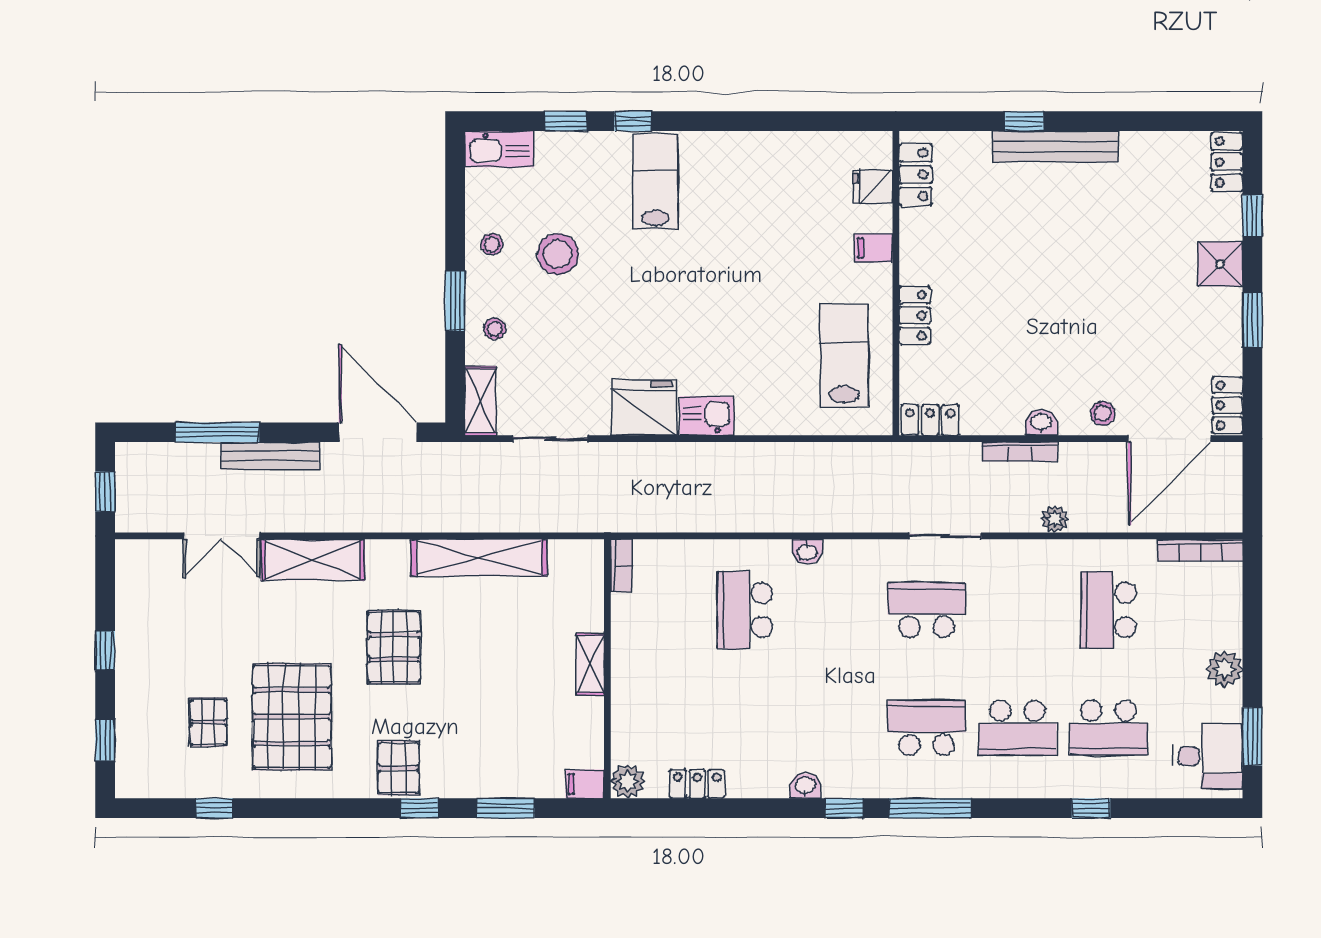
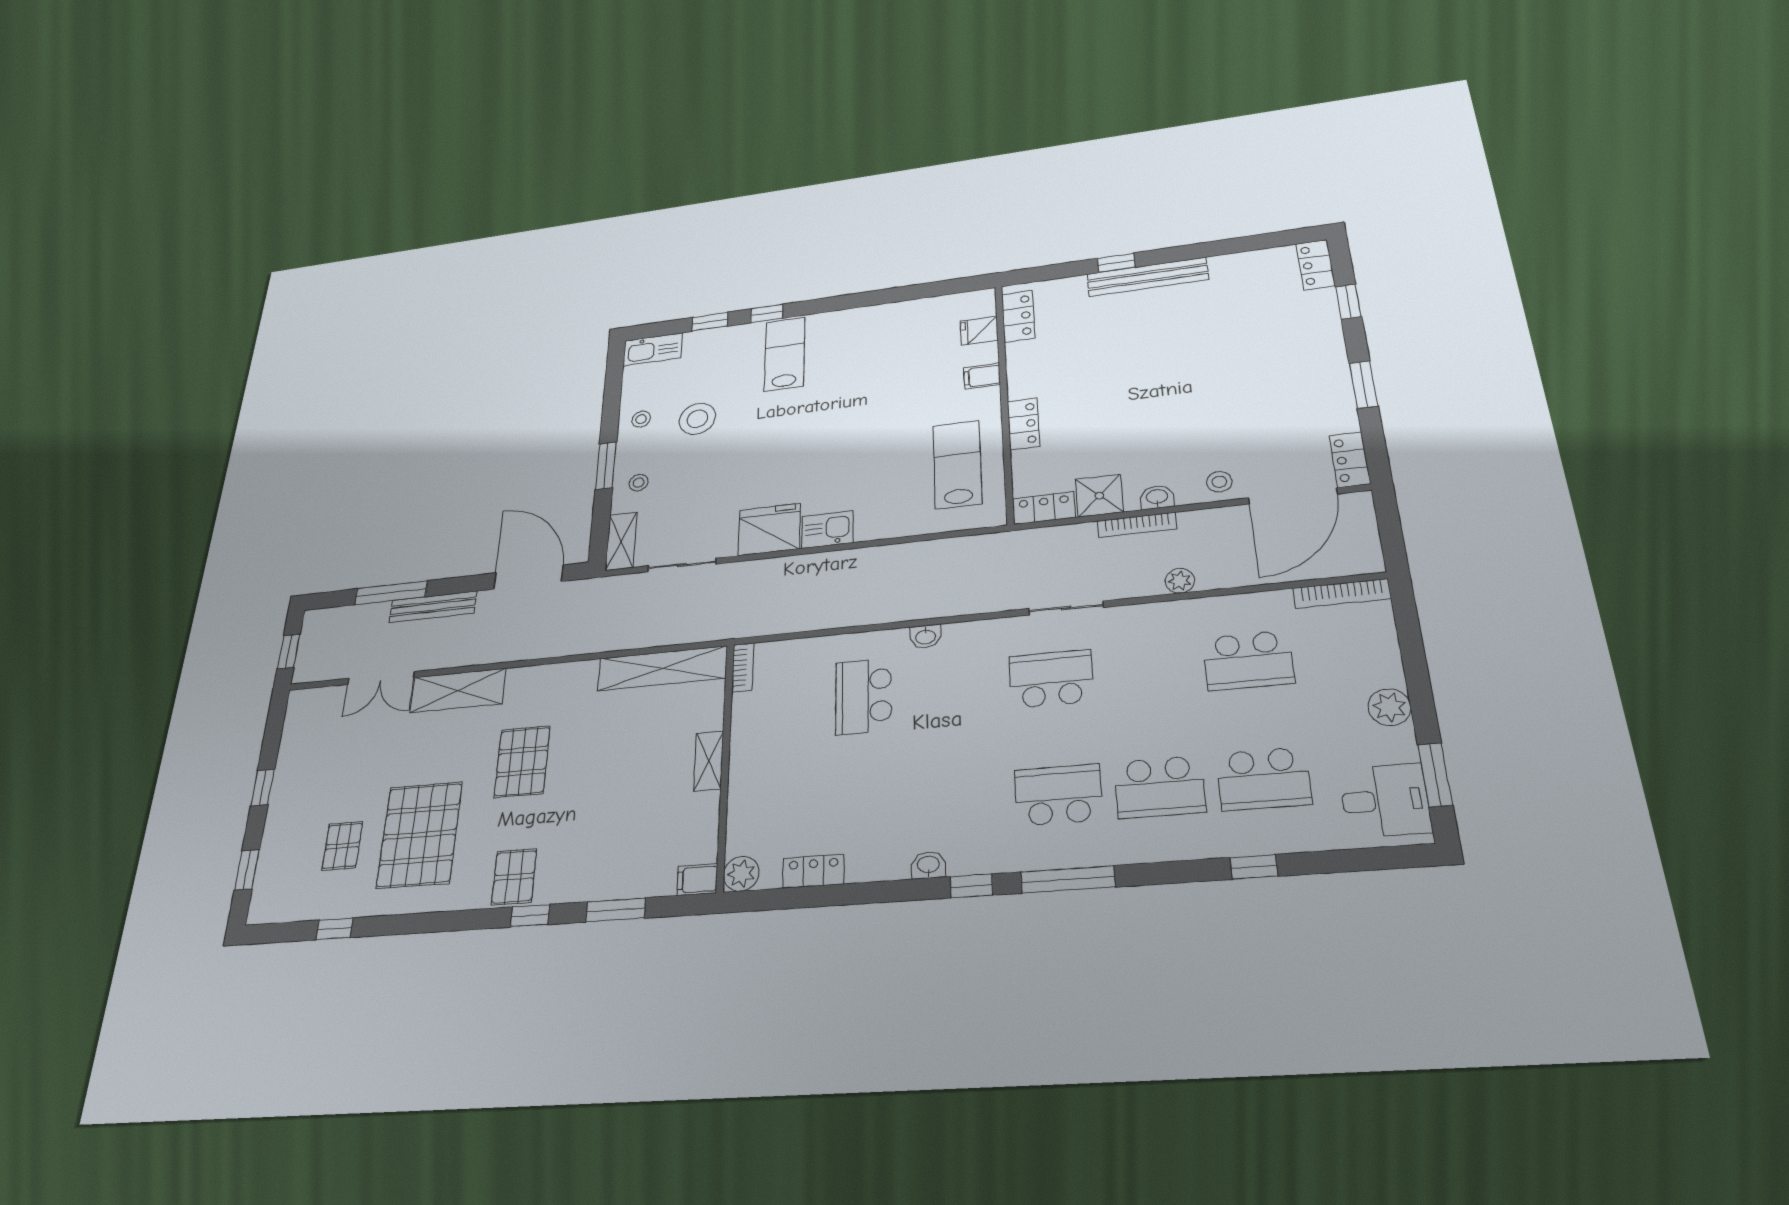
shower: (1220, 264) -> (1099, 496), moved
shelving: (479, 558) -> (662, 668), moved
school desk: (1108, 610) -> (1248, 660), turned -90

